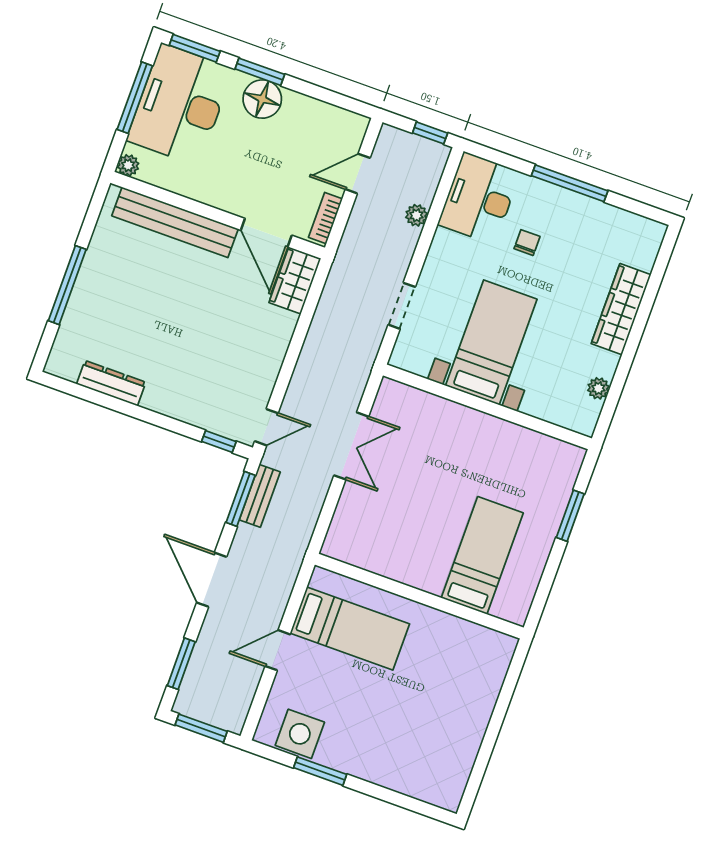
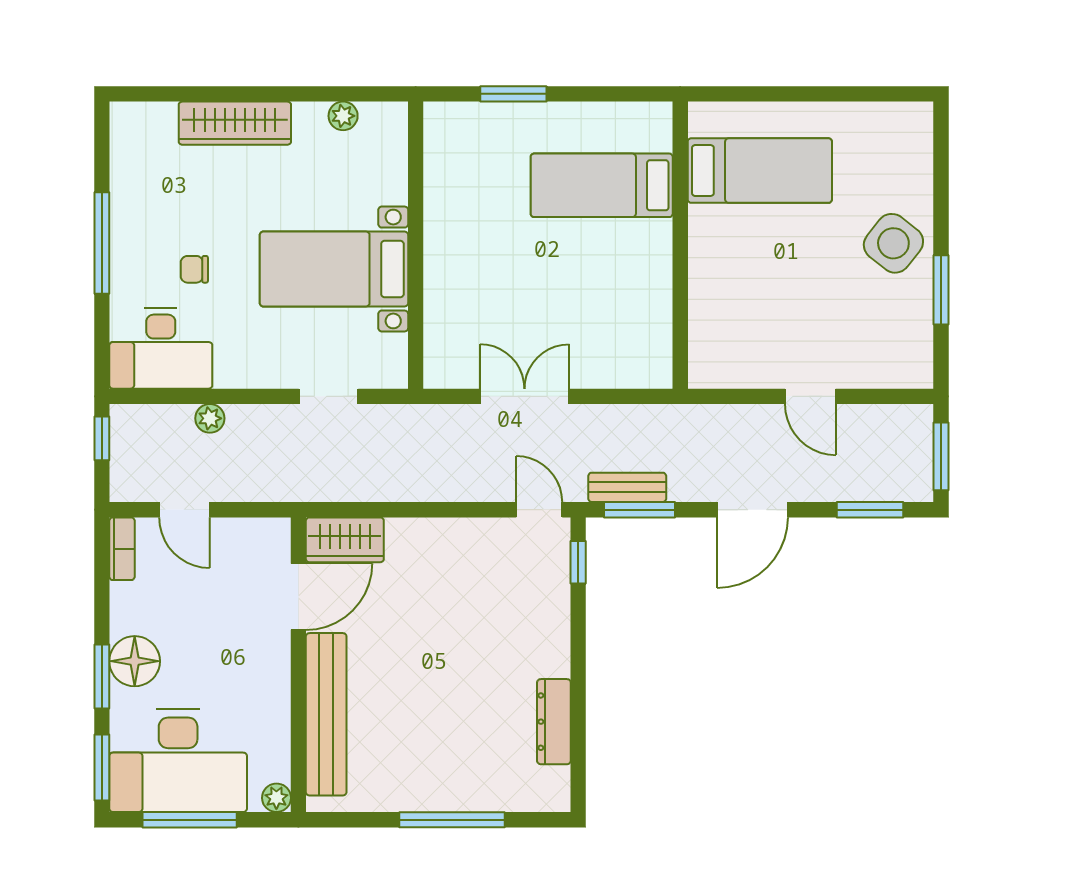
bookcase: (325, 218) -> (122, 549), moved, turned -90
bed: (350, 628) -> (760, 171), moved, turned 90
side table: (300, 734) -> (893, 243), moved, turned 38

